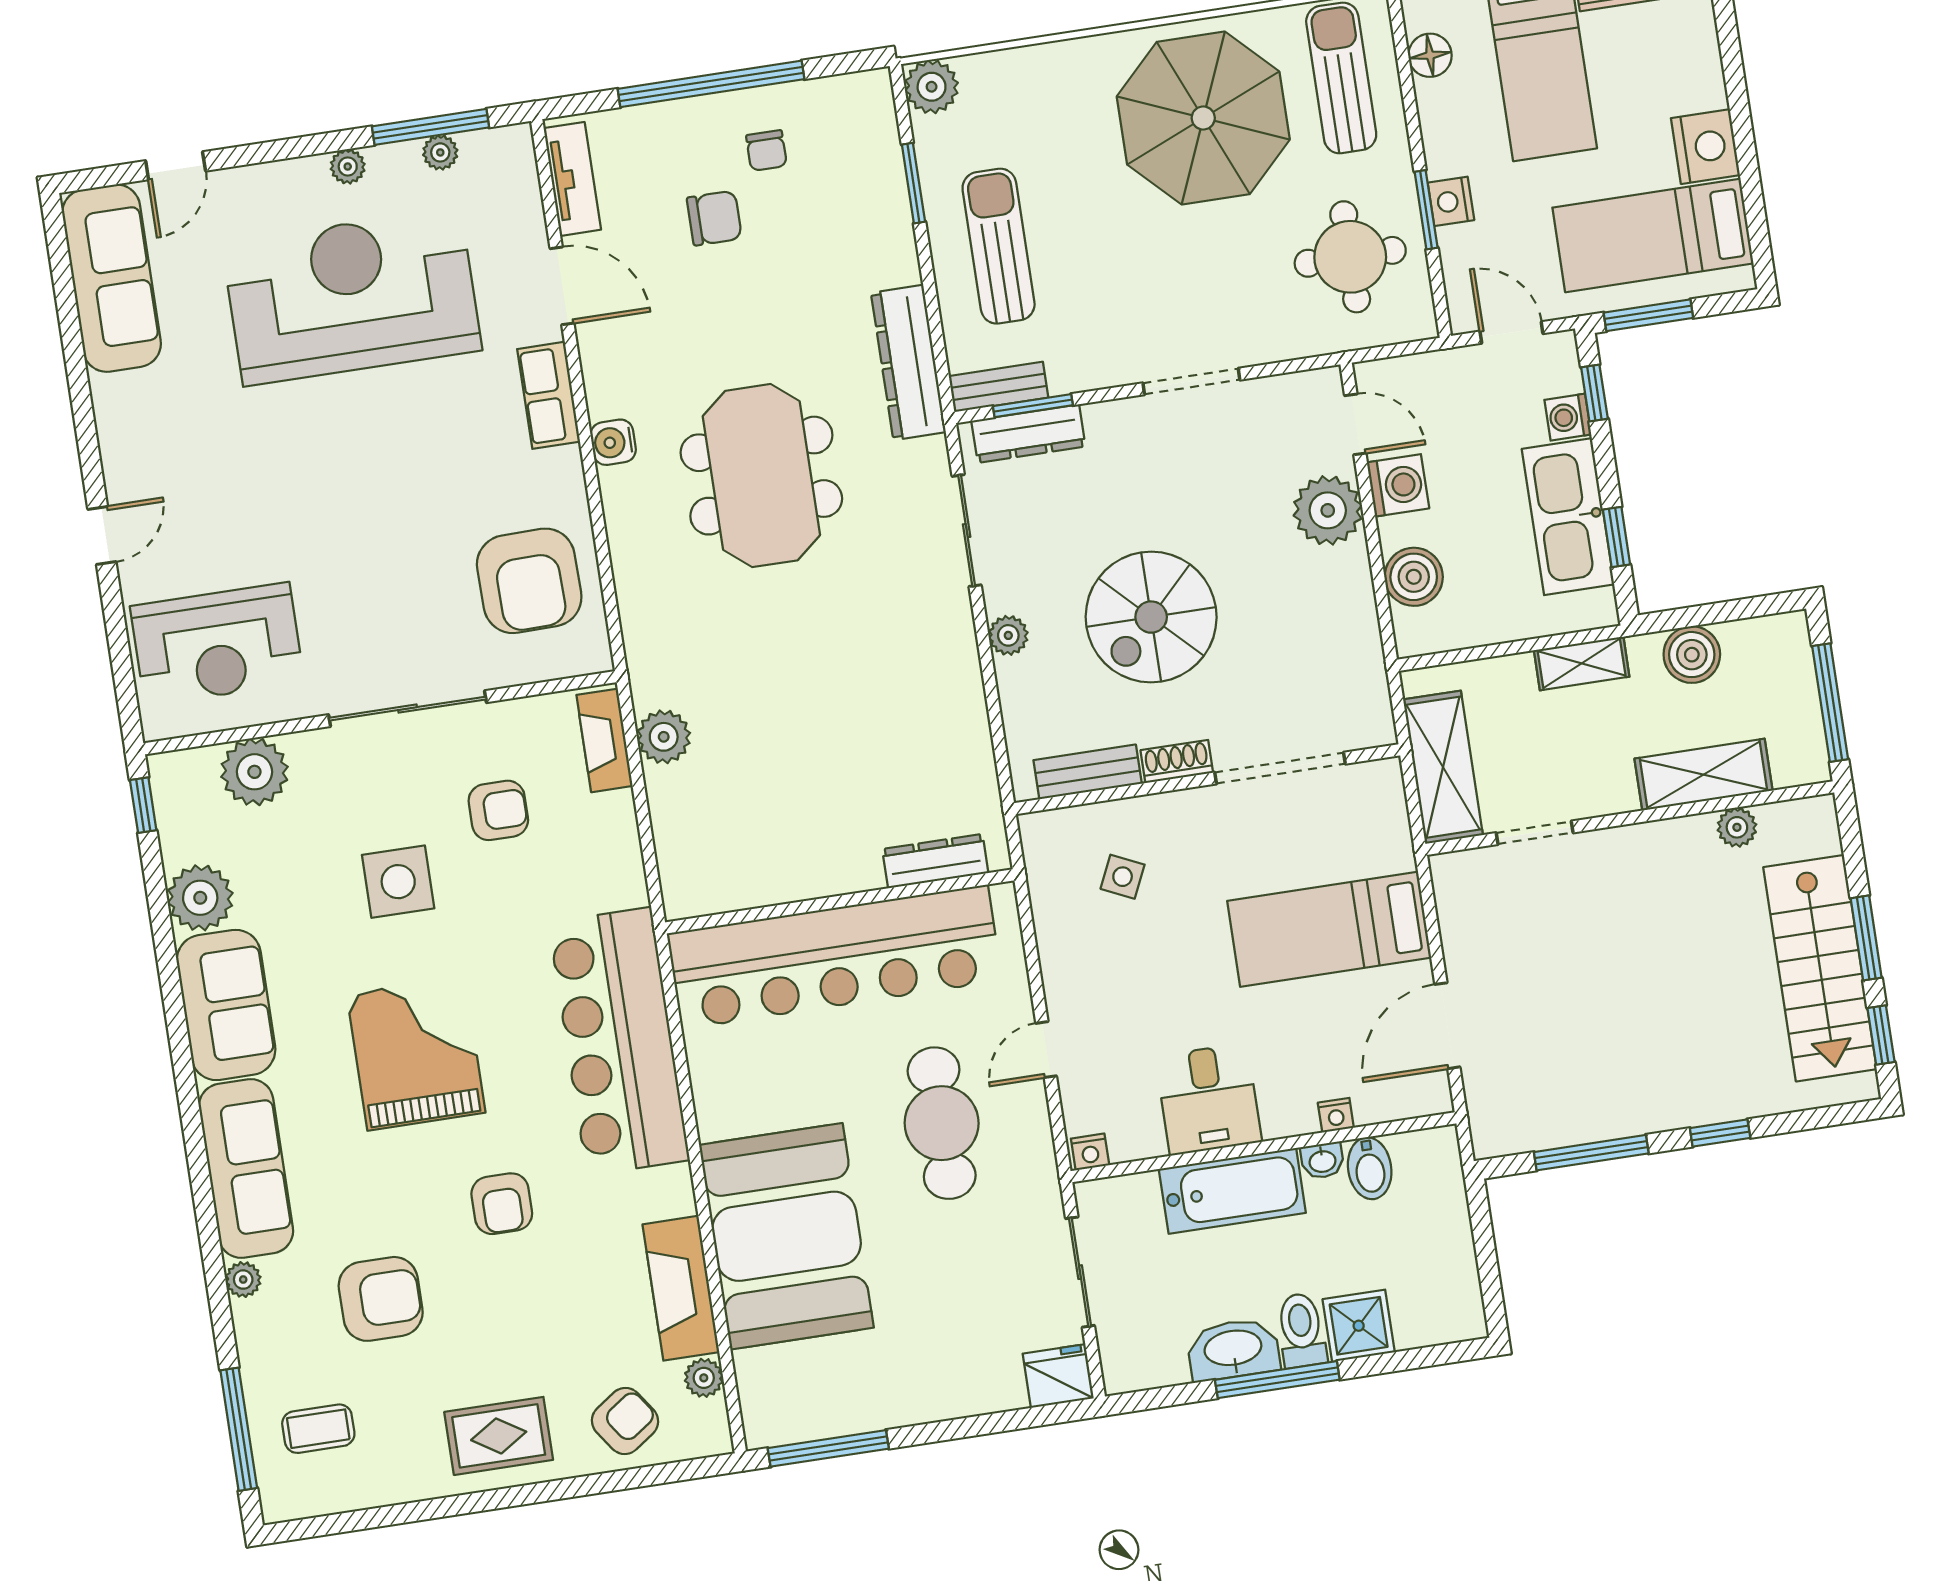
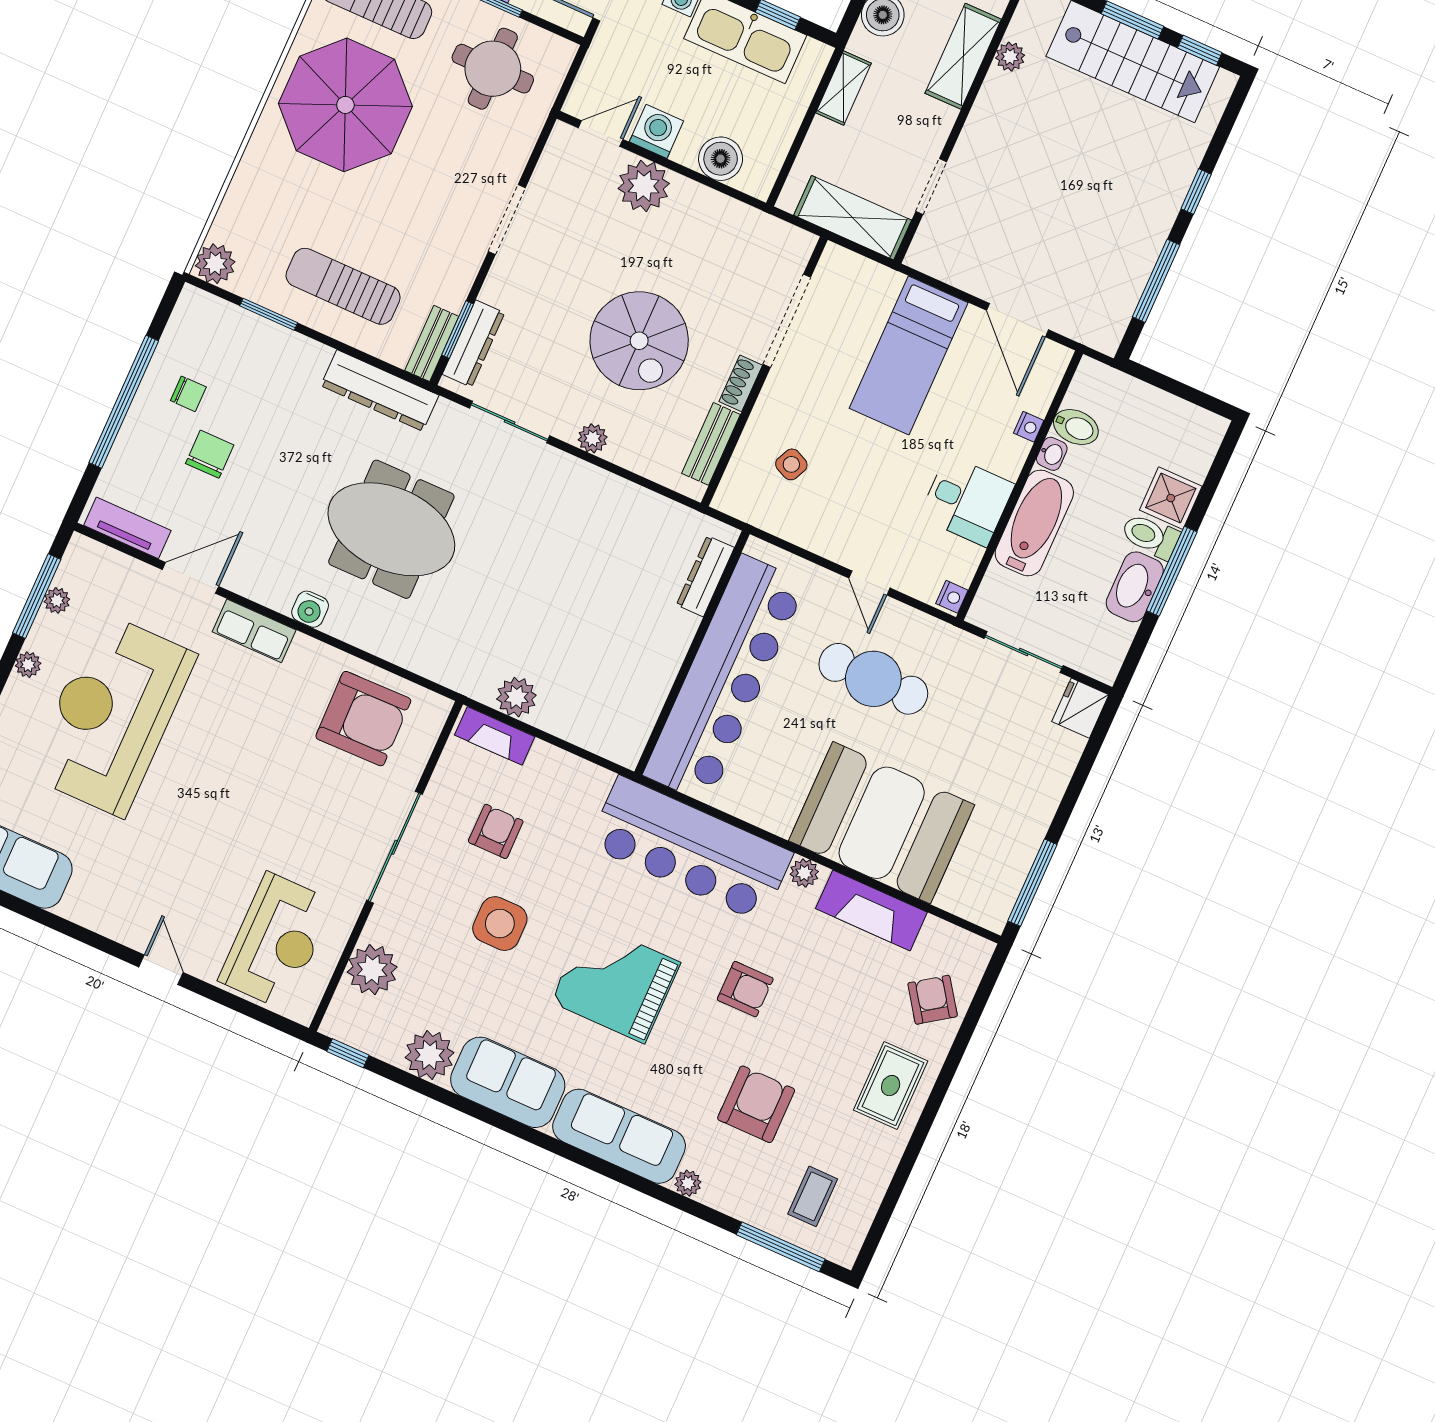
plant: (704, 1378) -> (804, 873), moved

